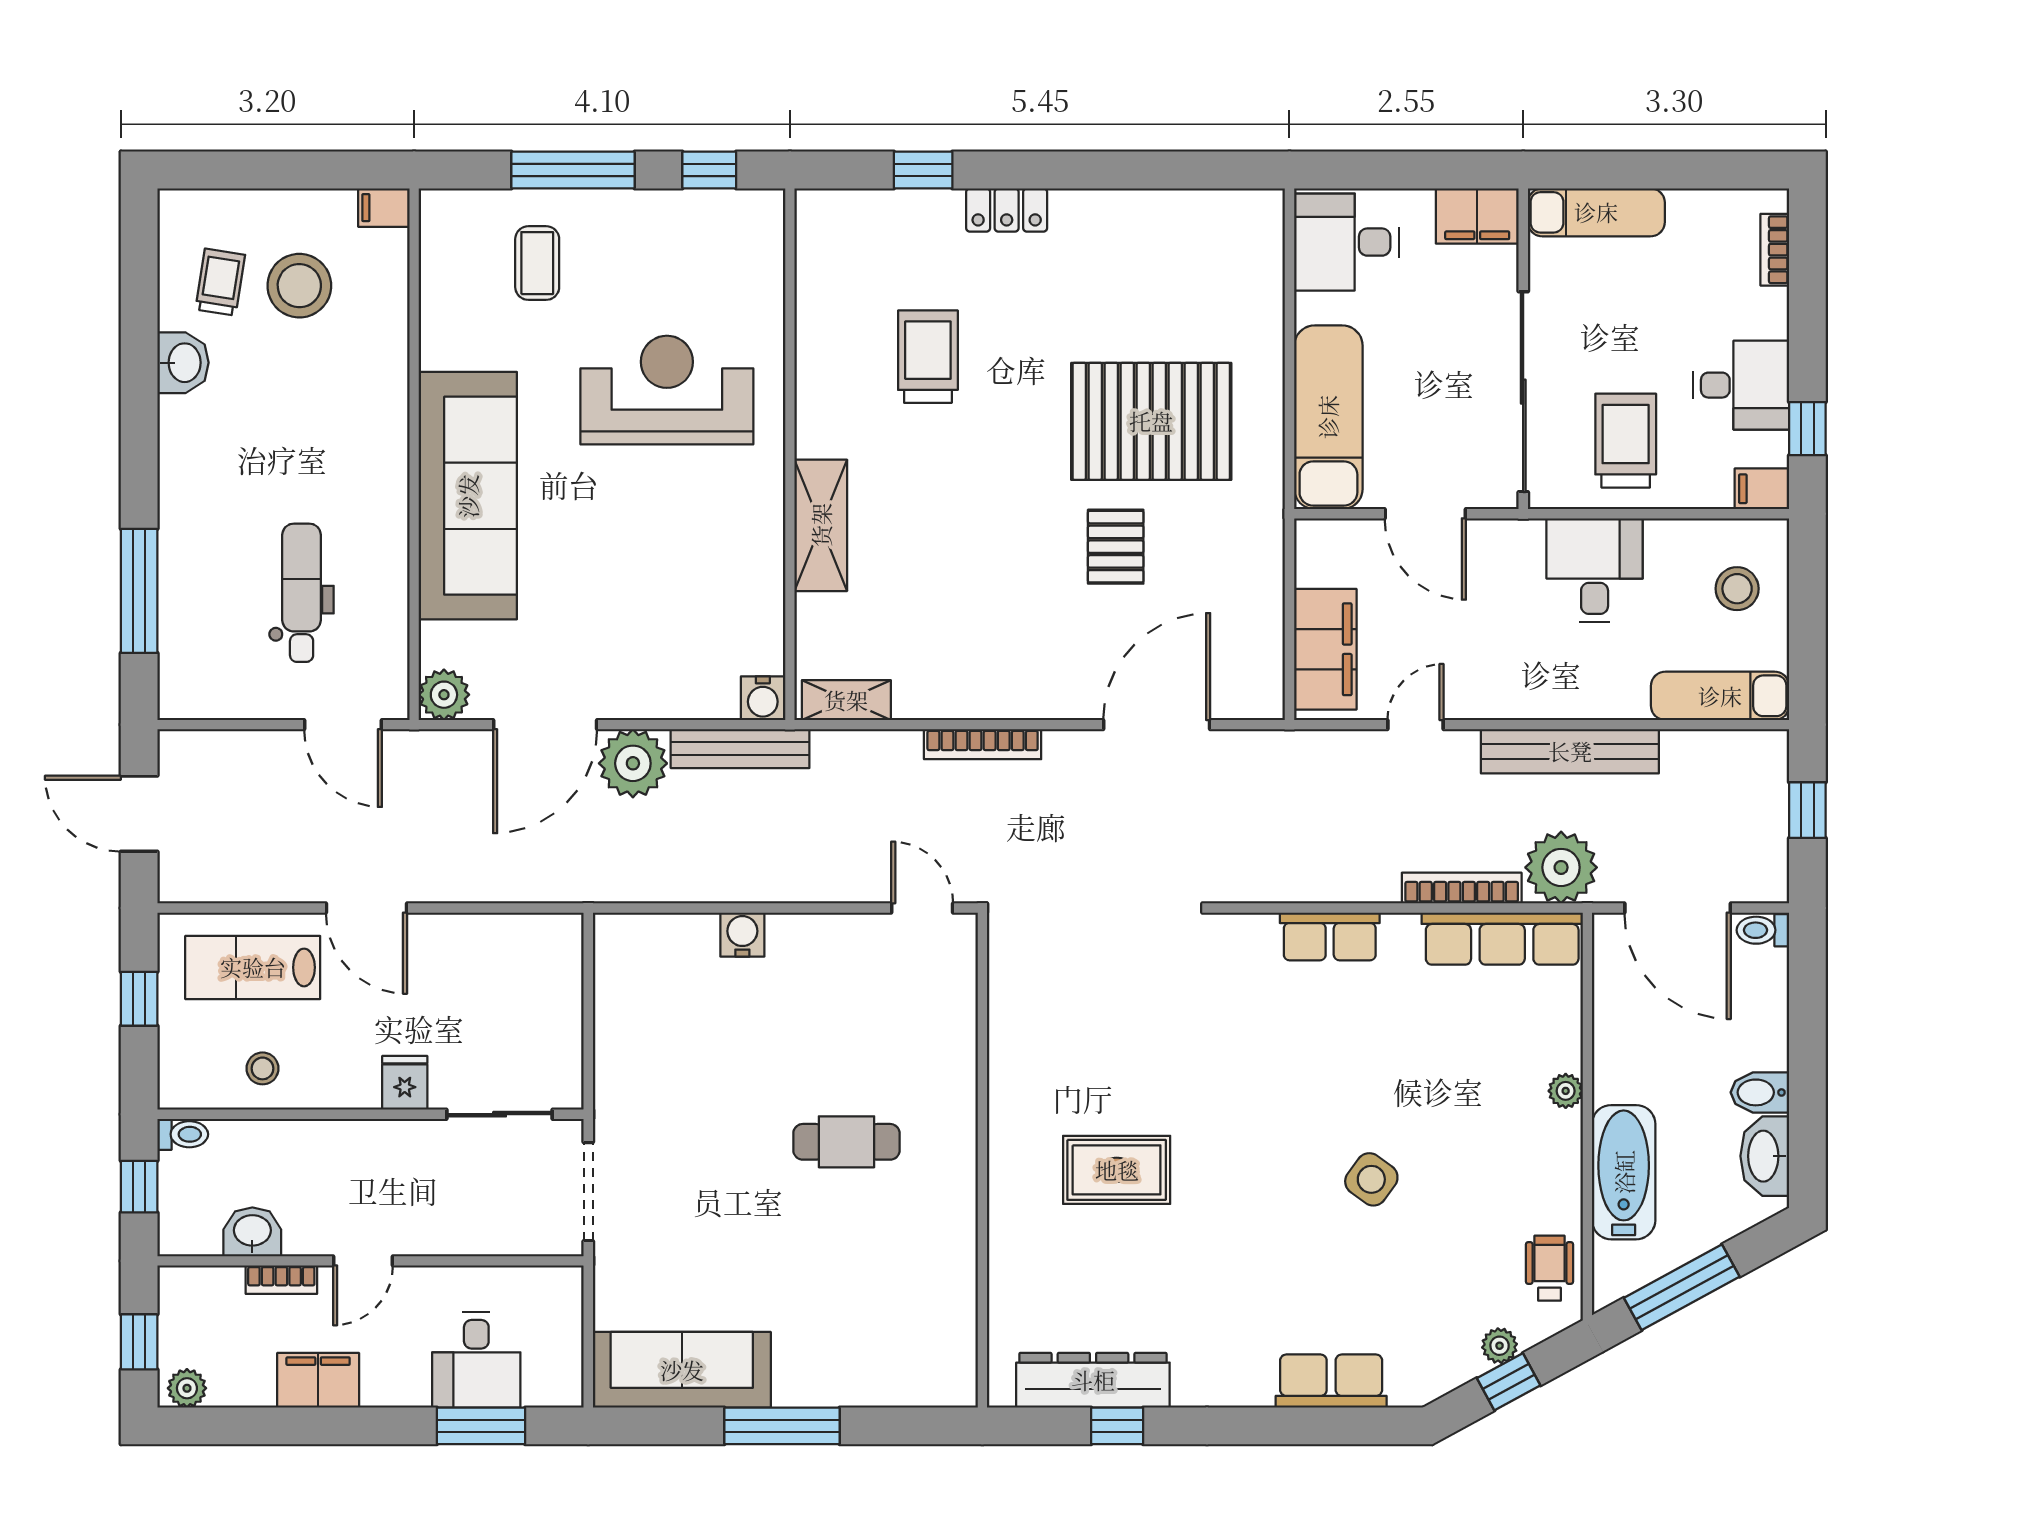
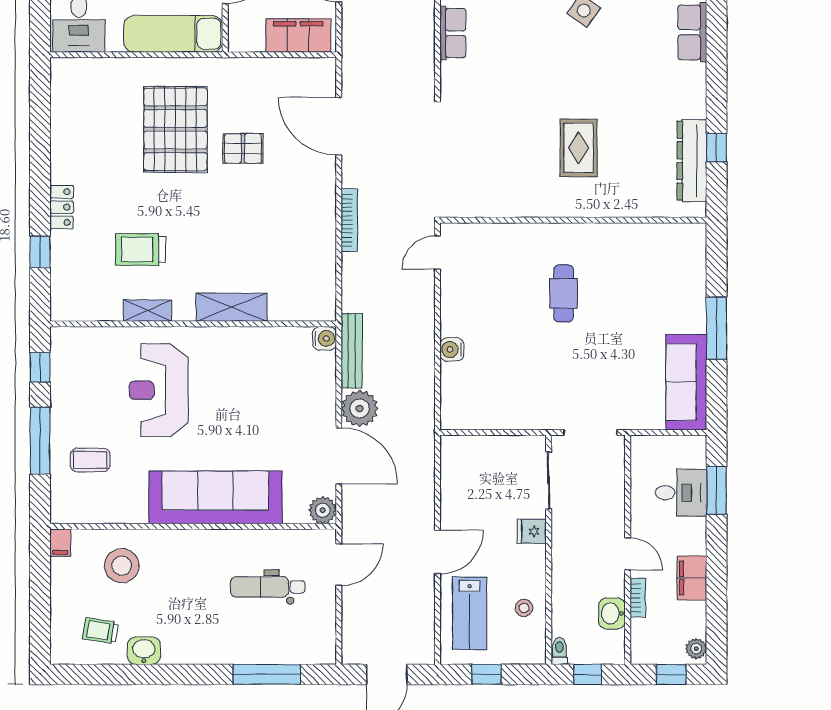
stool: (299, 286) -> (122, 566), moved
shelving: (846, 700) -> (148, 311), moved, turned 90

